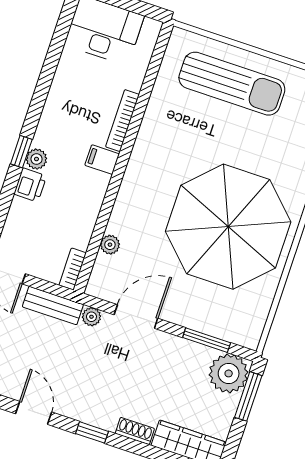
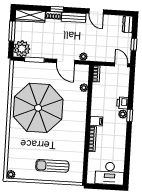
sun lounger: (232, 84) -> (52, 166), width x0.73, depth x0.75
bench: (53, 306) -> (74, 17), moved
door: (136, 316) -> (65, 62), hinge flipped
window: (248, 396) -> (12, 31), moved
window: (92, 432) -> (57, 9), moved

